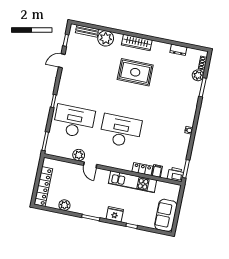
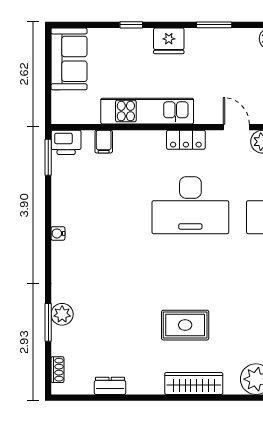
rug: (135, 72) -> (185, 325), width x0.73, depth x0.70
plant: (198, 75) -> (62, 314), moved
locker: (142, 169) -> (186, 140), moved

